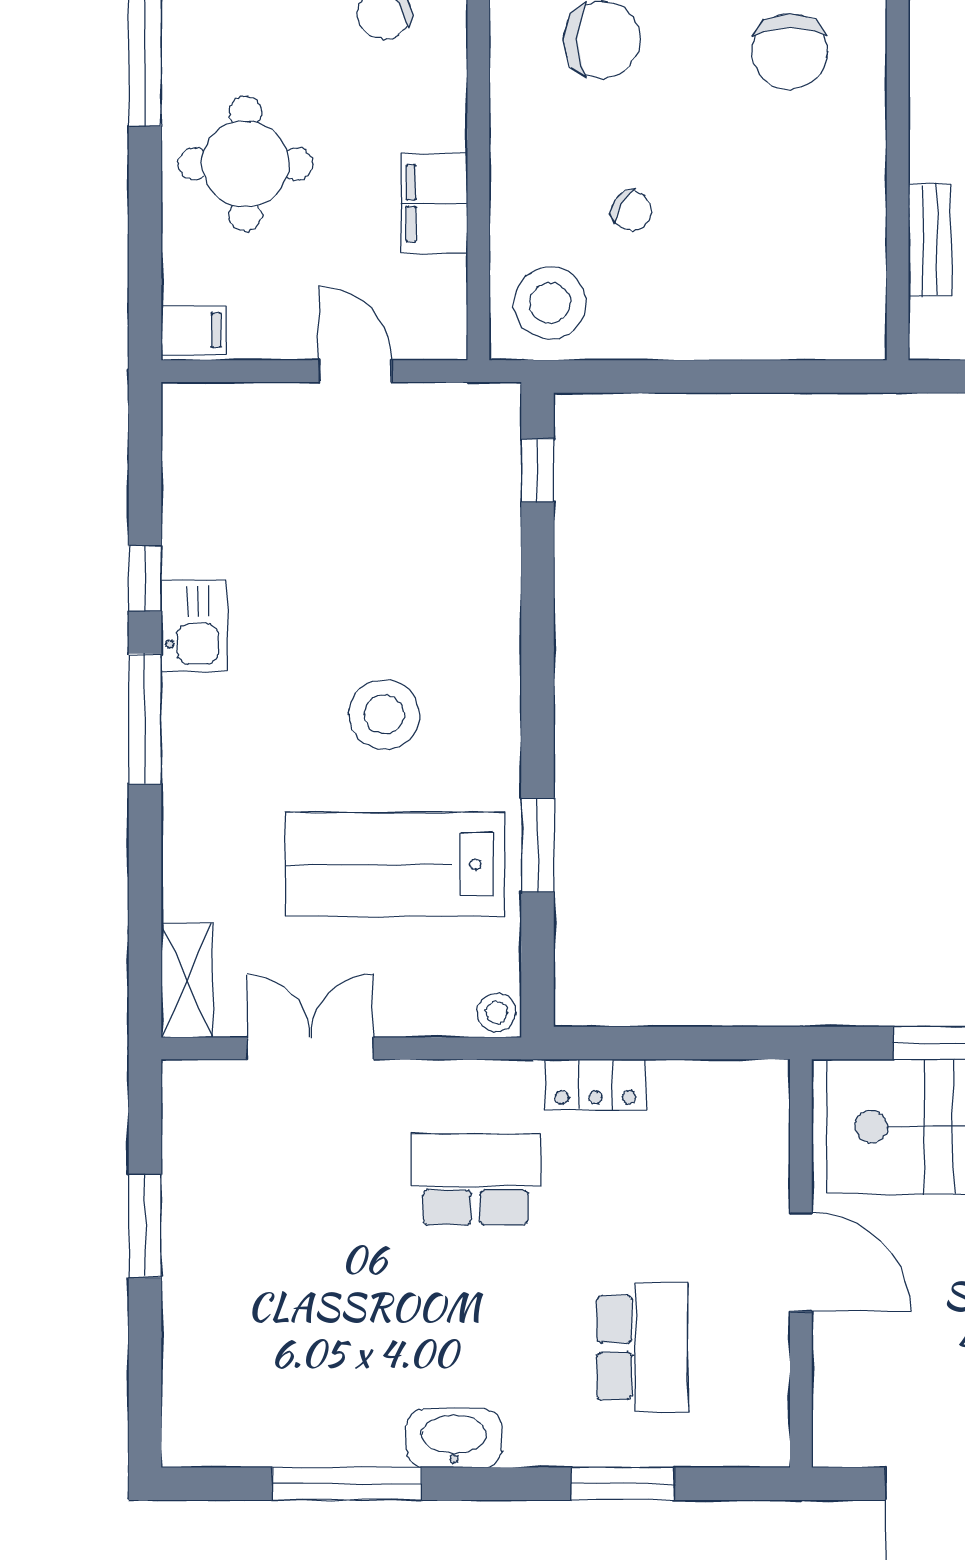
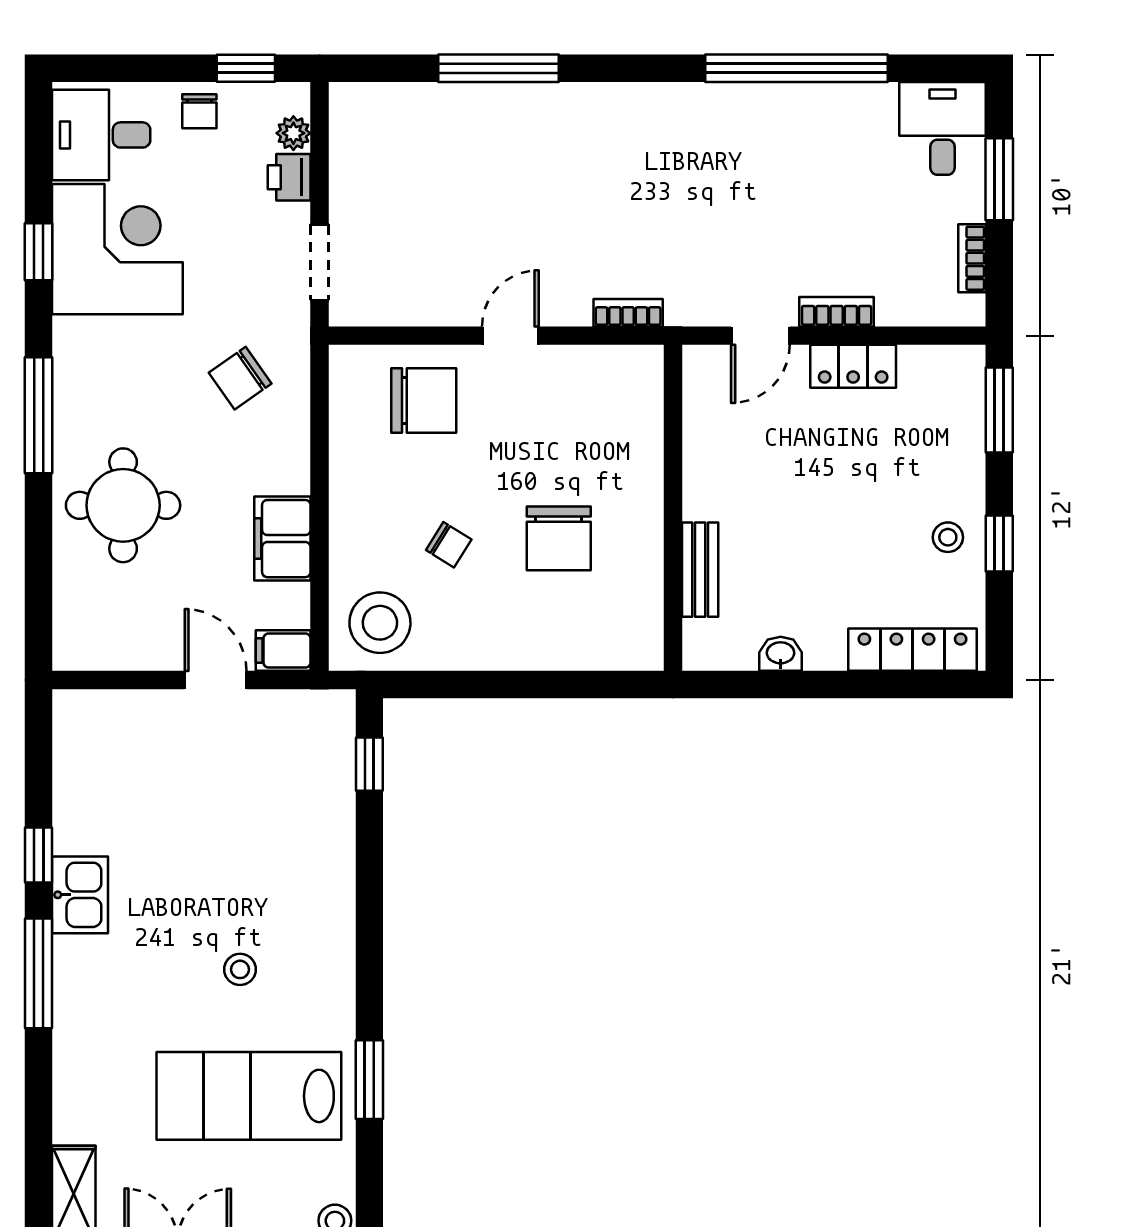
chair: (790, 52) -> (559, 538), moved
filing cabinet: (194, 330) -> (283, 650), moved, turned 180
stool: (384, 714) -> (240, 969), width x0.53, depth x0.53

